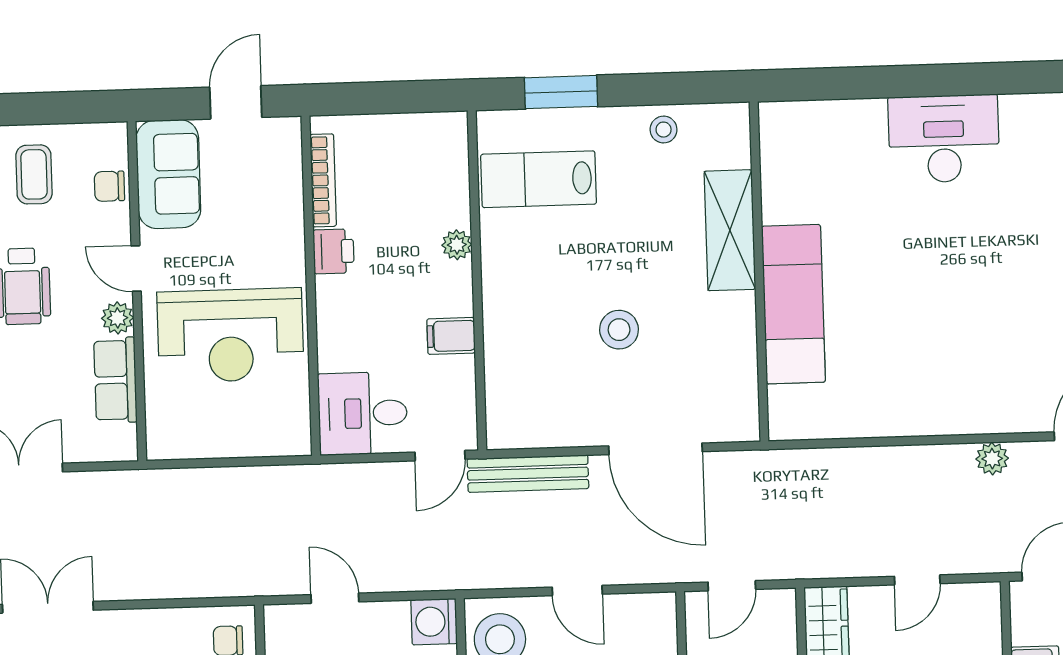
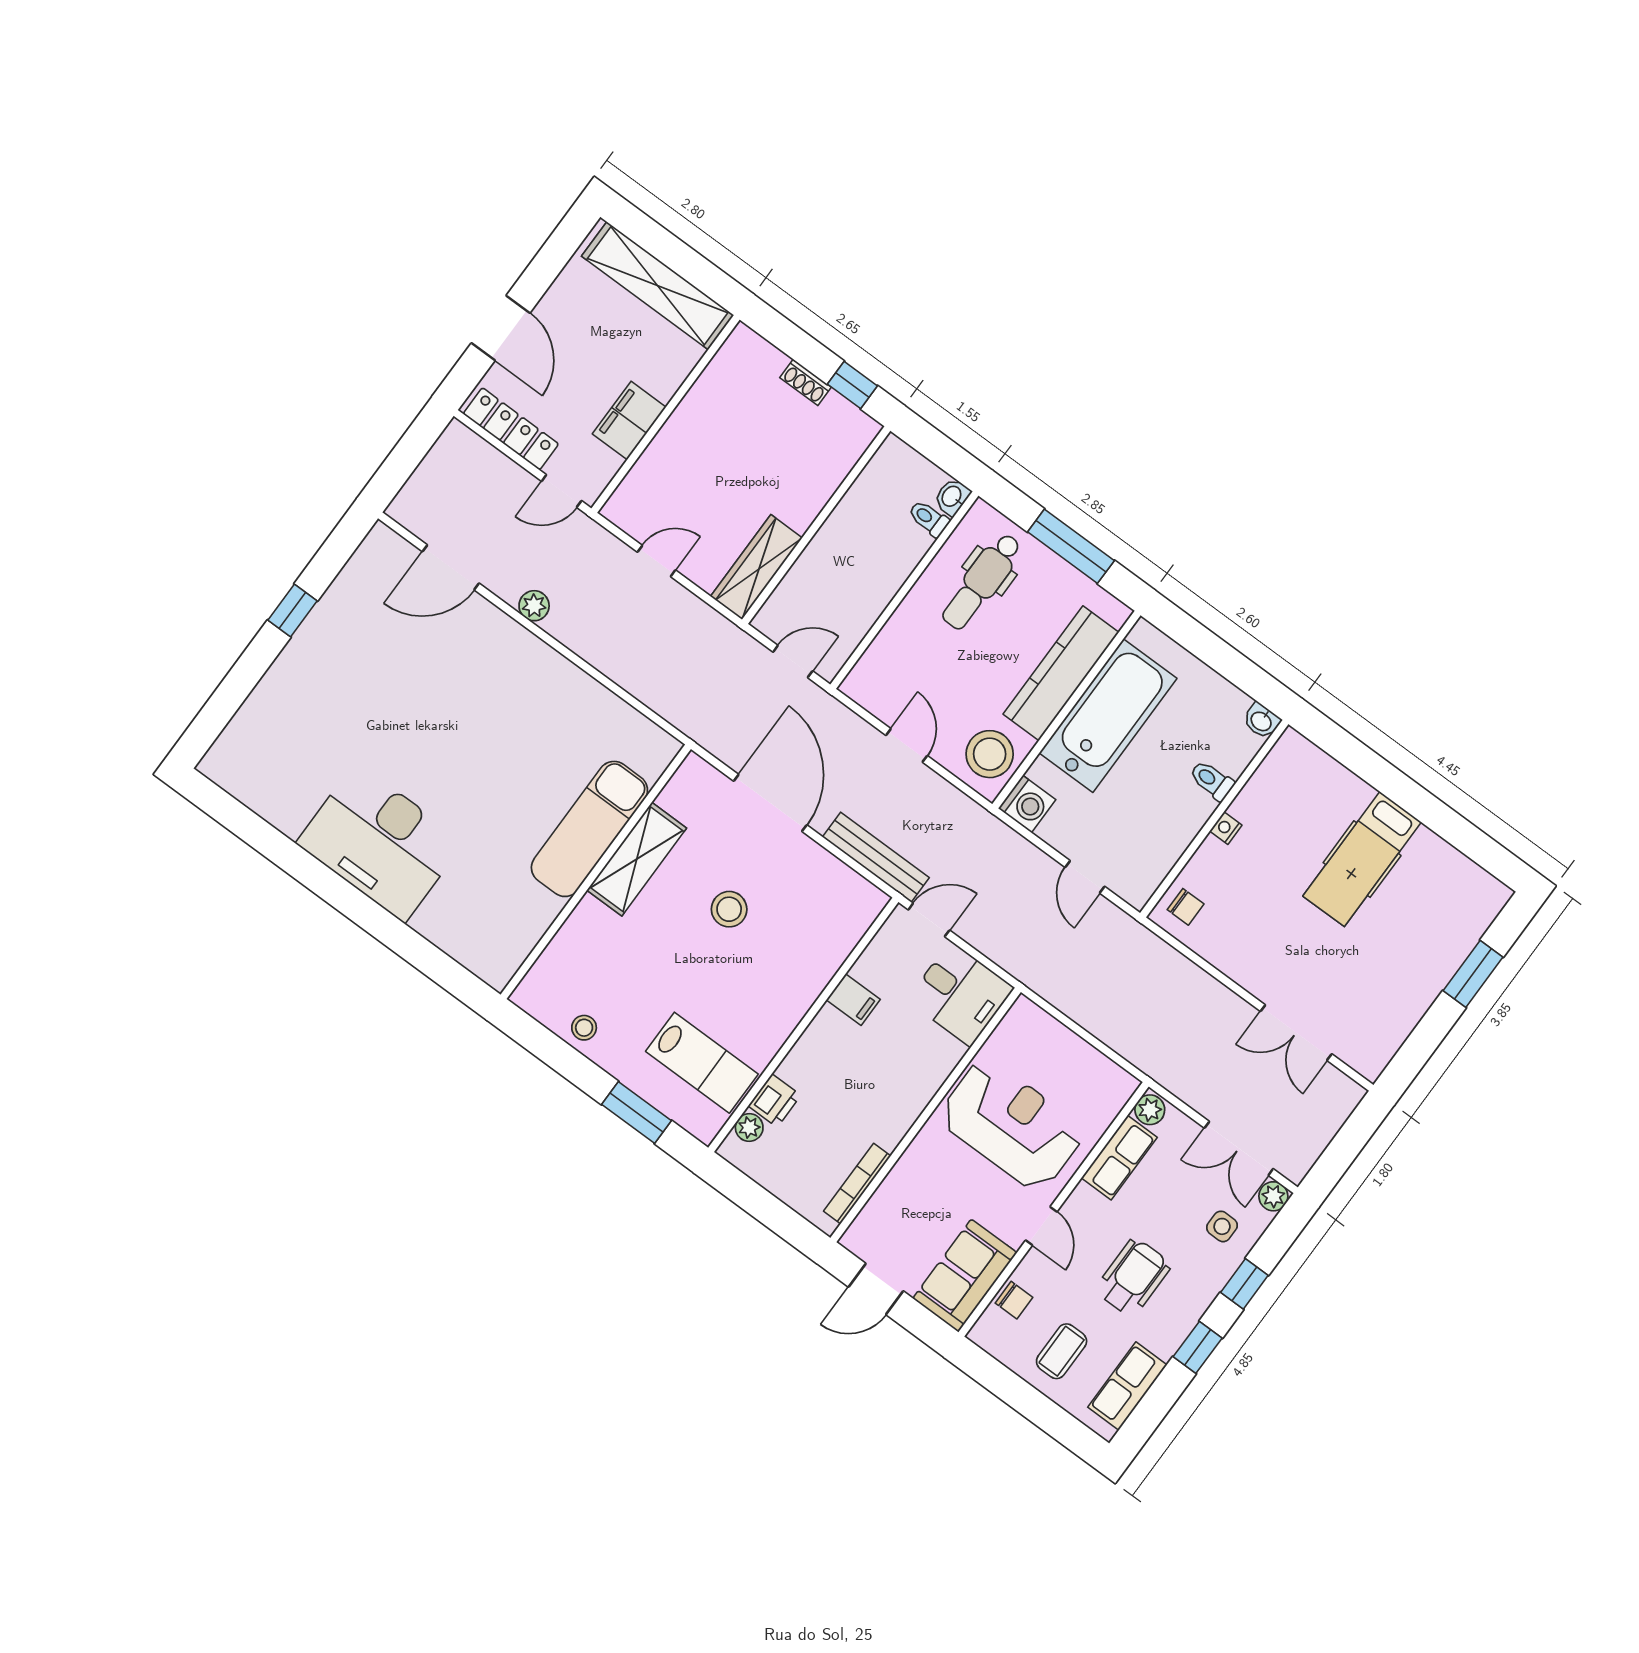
desk: (944, 139) -> (380, 842), width x1.36, depth x1.30
shelving: (730, 230) -> (637, 859), moved
plant: (457, 245) -> (749, 1128), moved
printer: (334, 251) -> (775, 1101), moved, turned 180
plant: (118, 318) -> (1150, 1110), moved

